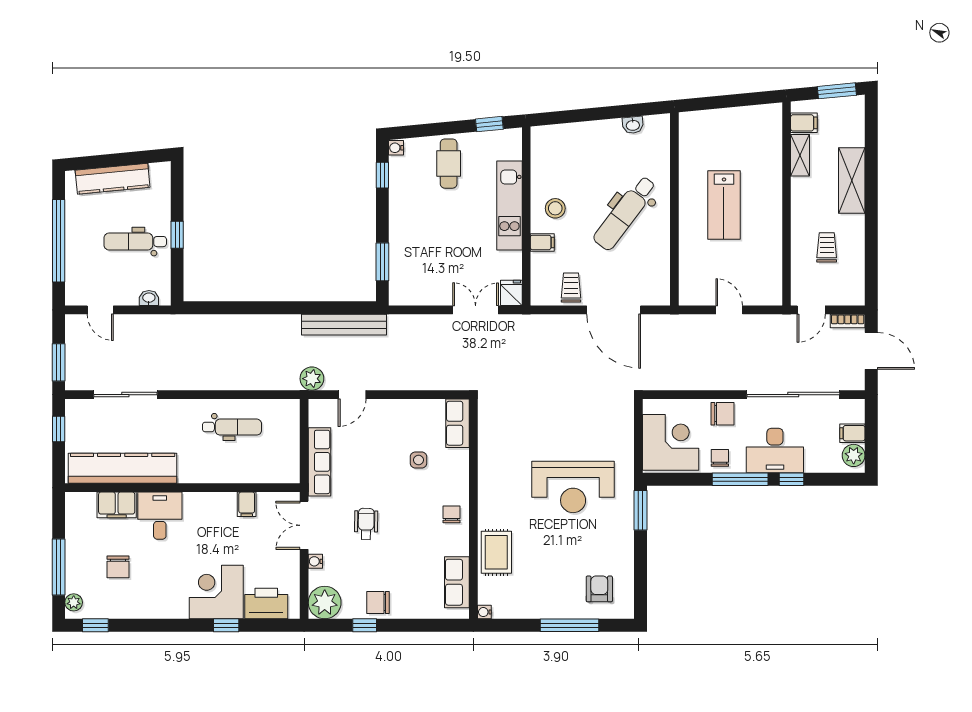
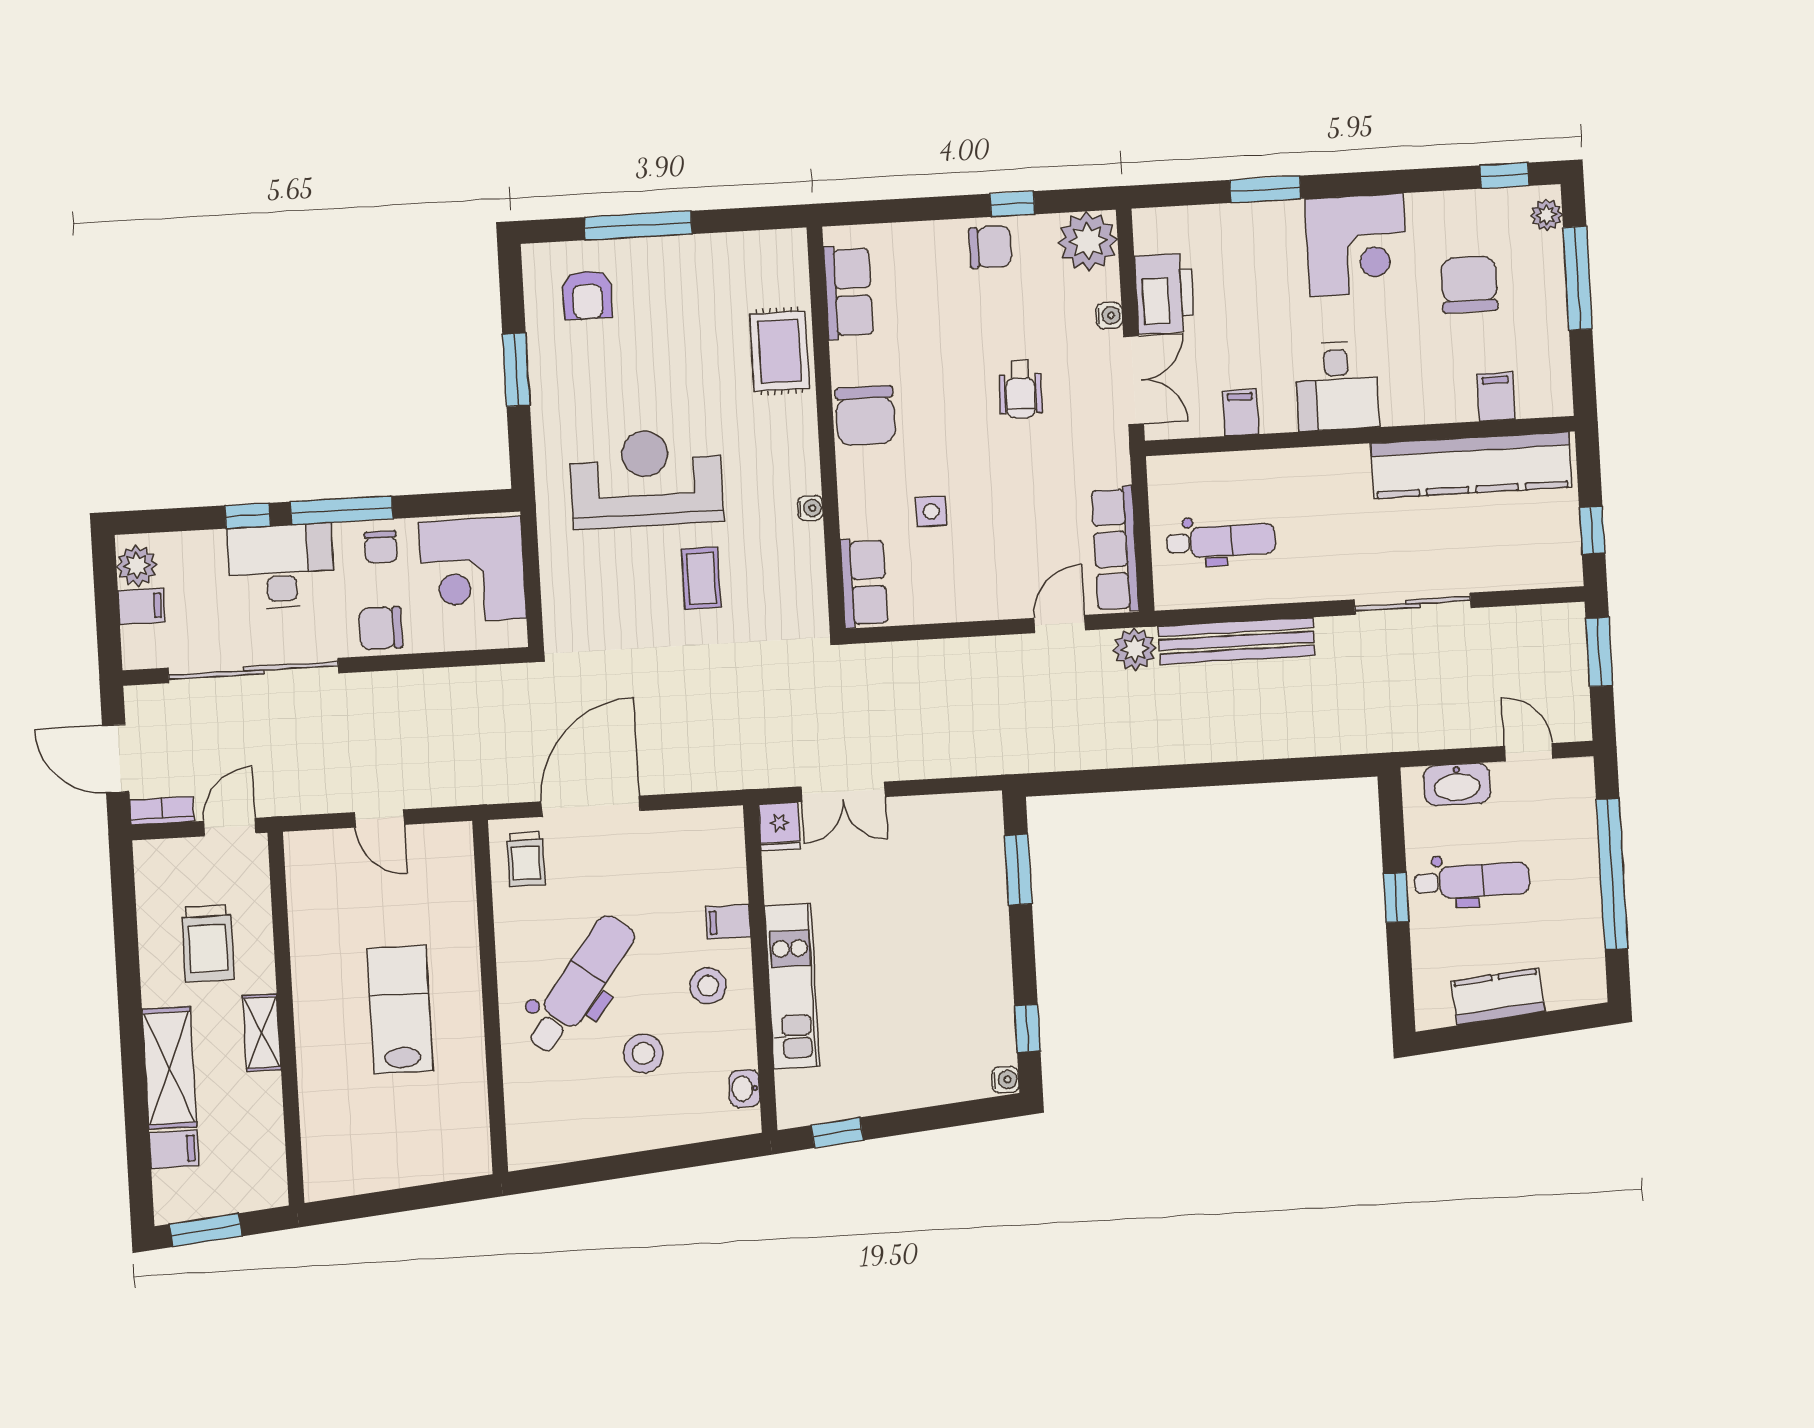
filing cabinet: (804, 123) -> (174, 1149), moved, turned 180
washbasin: (633, 125) -> (744, 1089), moved, turned -85
shelving: (800, 155) -> (262, 1033), moved
cafe table: (449, 164) -> (908, 1056), removed
stool: (593, 173) -> (643, 1053), added
kitchen counter: (113, 179) -> (1498, 997), width x0.67
trolley: (827, 247) -> (208, 943), width x1.36, depth x1.39
trolley: (571, 288) -> (526, 859), moved
washbasin: (149, 298) -> (1457, 784), width x1.91, depth x1.45
door: (614, 310) -> (591, 806), hinge flipped
bench: (344, 325) -> (1237, 641), moved
sliding door: (125, 395) -> (1413, 604), moved
dental chair: (232, 427) -> (1221, 541), moved, turned 180
coffee table: (546, 431) -> (701, 578), added
row of seats: (319, 462) -> (1115, 549), moved
filing cabinet: (117, 505) -> (1496, 397), width x0.50
window: (641, 510) -> (516, 370), moved
chair: (451, 514) -> (865, 416), width x1.87, depth x1.87
desk: (160, 516) -> (1337, 386), moved
chair: (118, 567) -> (1469, 284), width x1.37, depth x1.37
corner desk: (216, 592) -> (1356, 245), moved
printer: (266, 603) -> (1164, 294), moved, turned -90
water cooler: (484, 612) -> (810, 508), moved
window: (226, 625) -> (1265, 189), width x1.50

